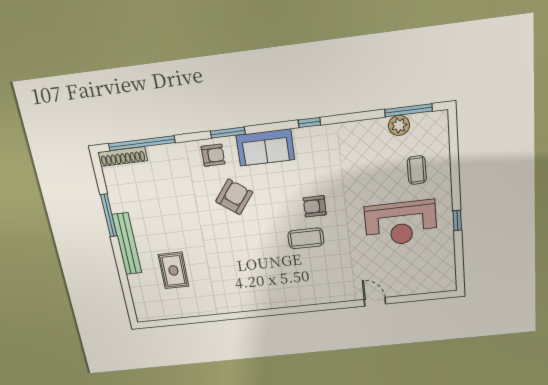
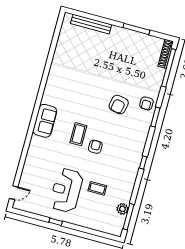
sofa: (265, 147) -> (45, 121), moved, turned 180
coffee table: (417, 170) -> (97, 188), moved
armchair: (234, 197) -> (119, 105), turned 64
bench: (127, 244) -> (91, 24), moved
rug: (173, 270) -> (89, 50), removed
door: (375, 302) -> (14, 193), moved

